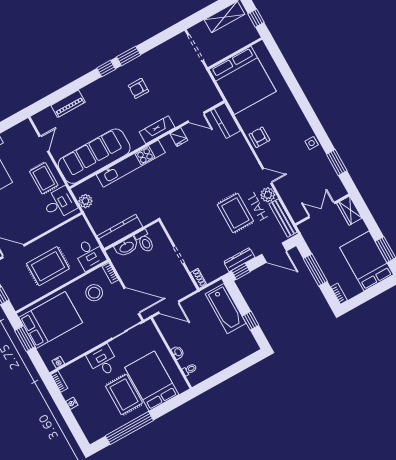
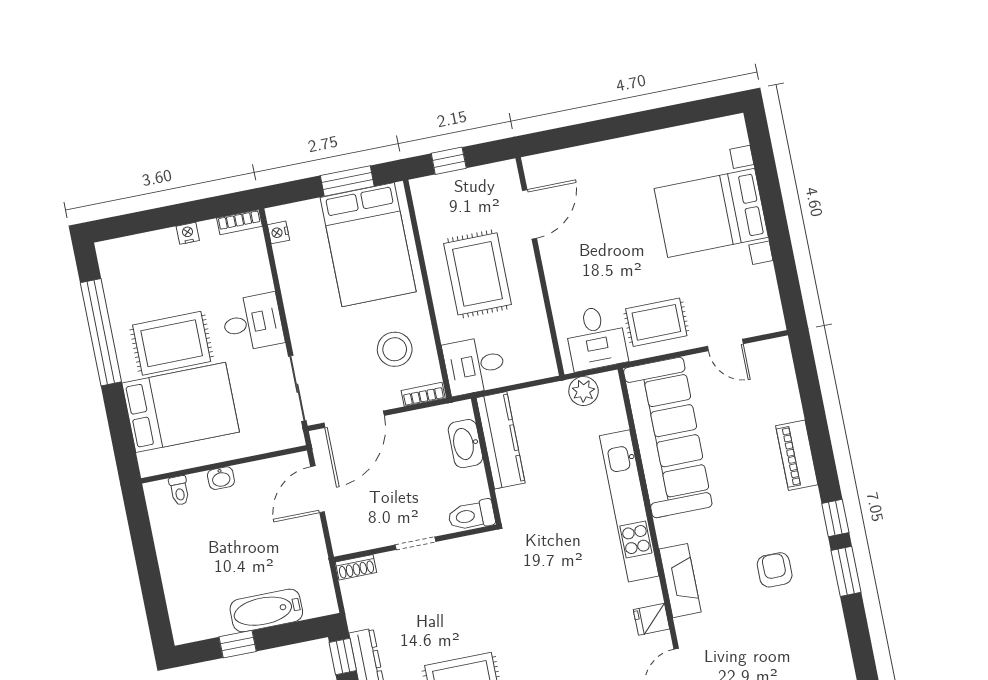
piano: (68, 104) -> (797, 455), moved
toilet: (145, 241) -> (471, 515), moved
bathtub: (226, 309) -> (266, 610), width x0.73, depth x0.73

